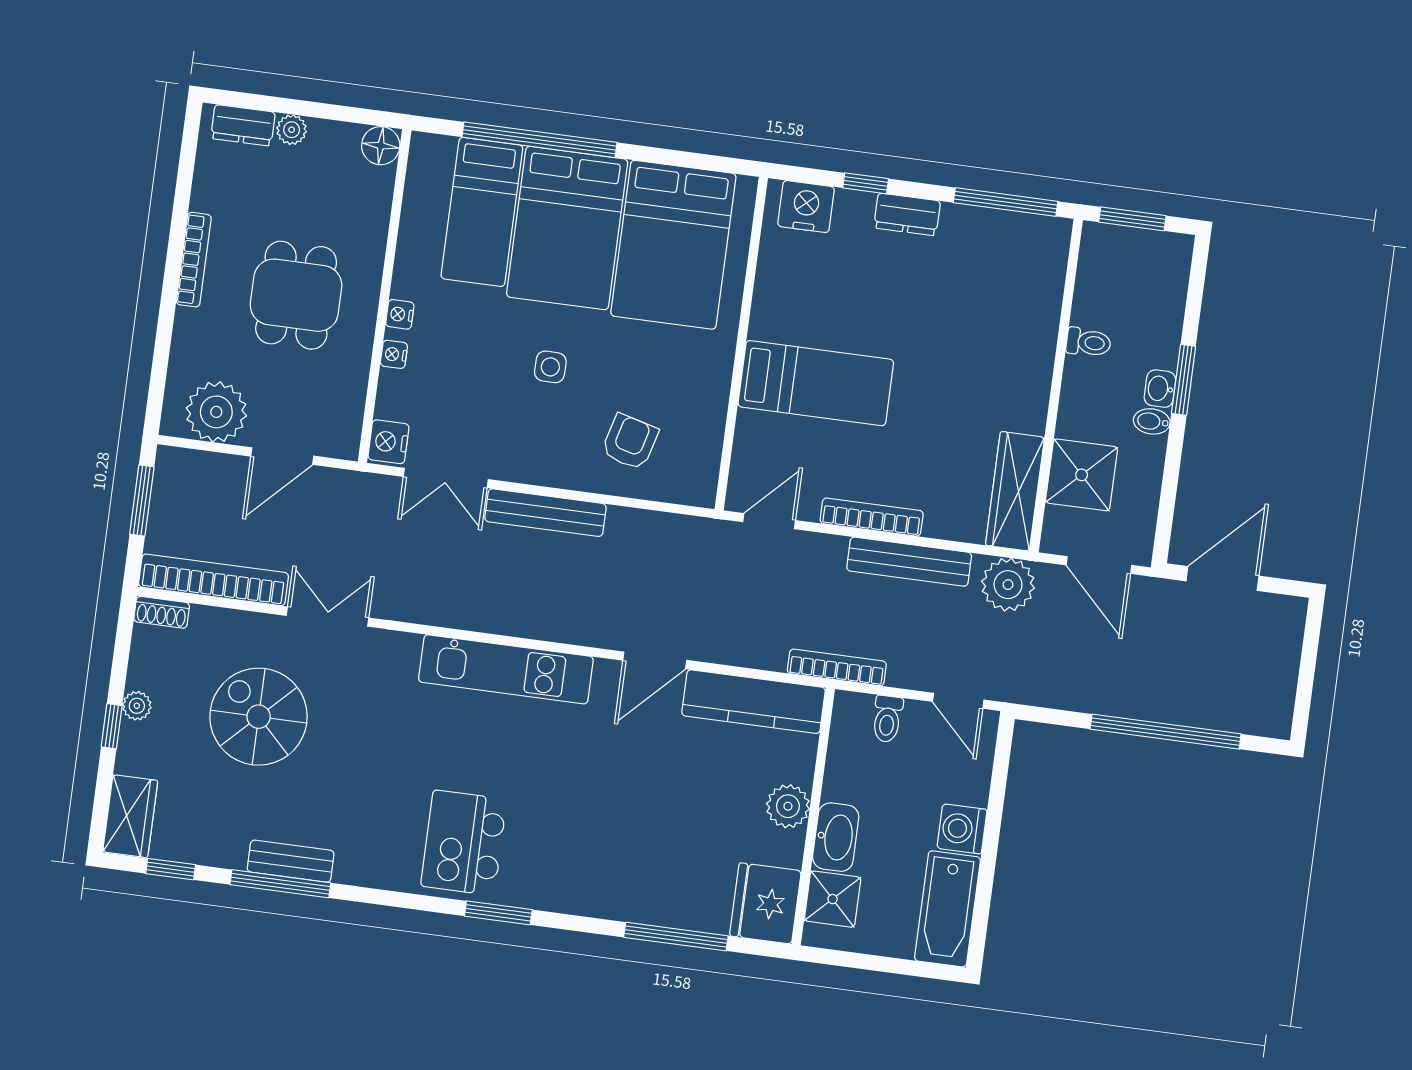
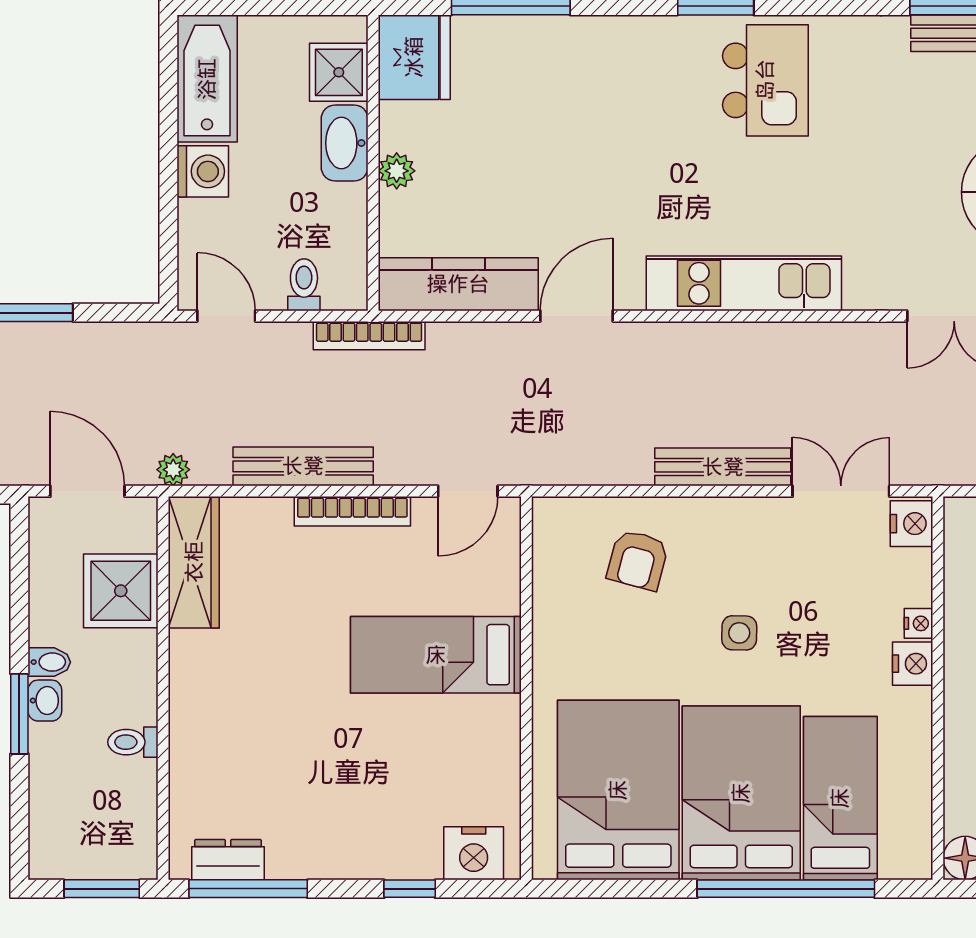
dresser: (907, 214) -> (228, 860), moved
nightstand: (400, 314) -> (913, 664), width x1.39, depth x1.35
plant: (1008, 585) -> (173, 470), width x0.53, depth x0.53
plant: (788, 806) -> (397, 171), width x0.73, depth x0.73

